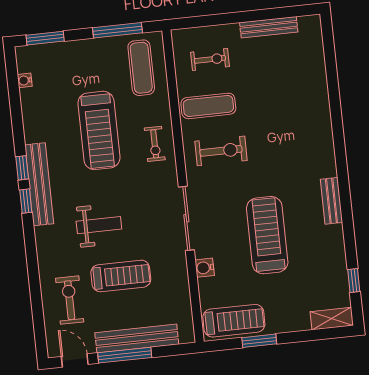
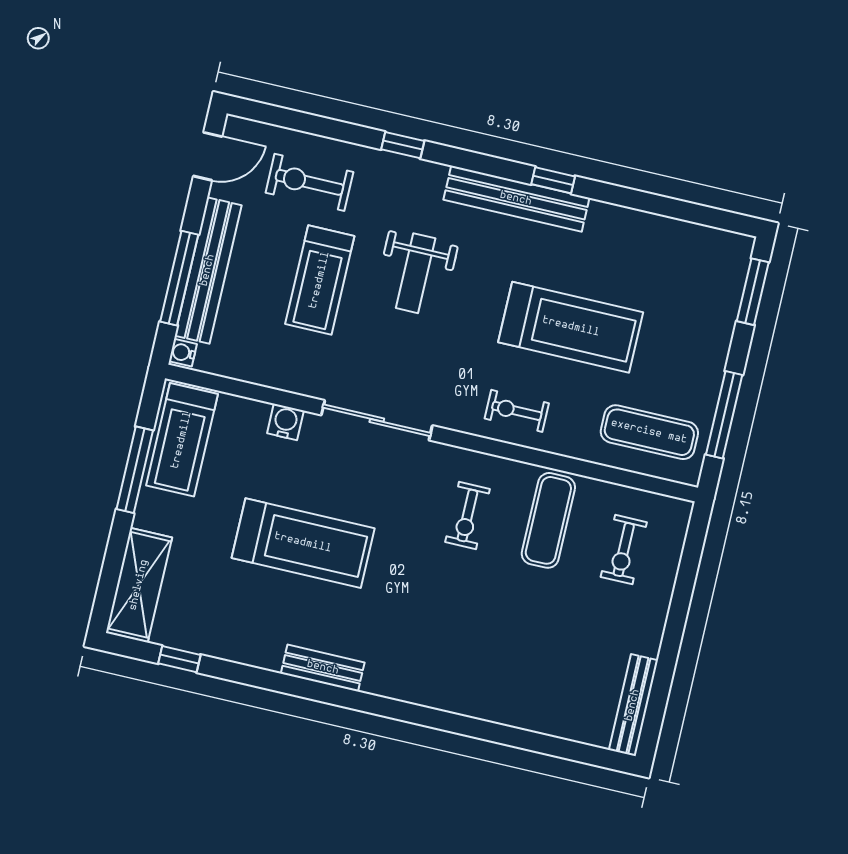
bench: (269, 27) -> (633, 705), moved
water cooler: (25, 80) -> (183, 353), moved, turned -90
treadmill: (99, 130) -> (571, 327), turned 180
exercise bike: (221, 151) -> (468, 516), width x0.73, depth x0.72
window: (26, 201) -> (403, 145), moved
exercise bike: (70, 300) -> (309, 182), turned 180
shelving: (332, 319) -> (139, 585), width x1.50, depth x1.33
window: (259, 341) -> (135, 470), width x1.44
window: (125, 355) -> (179, 278), moved

